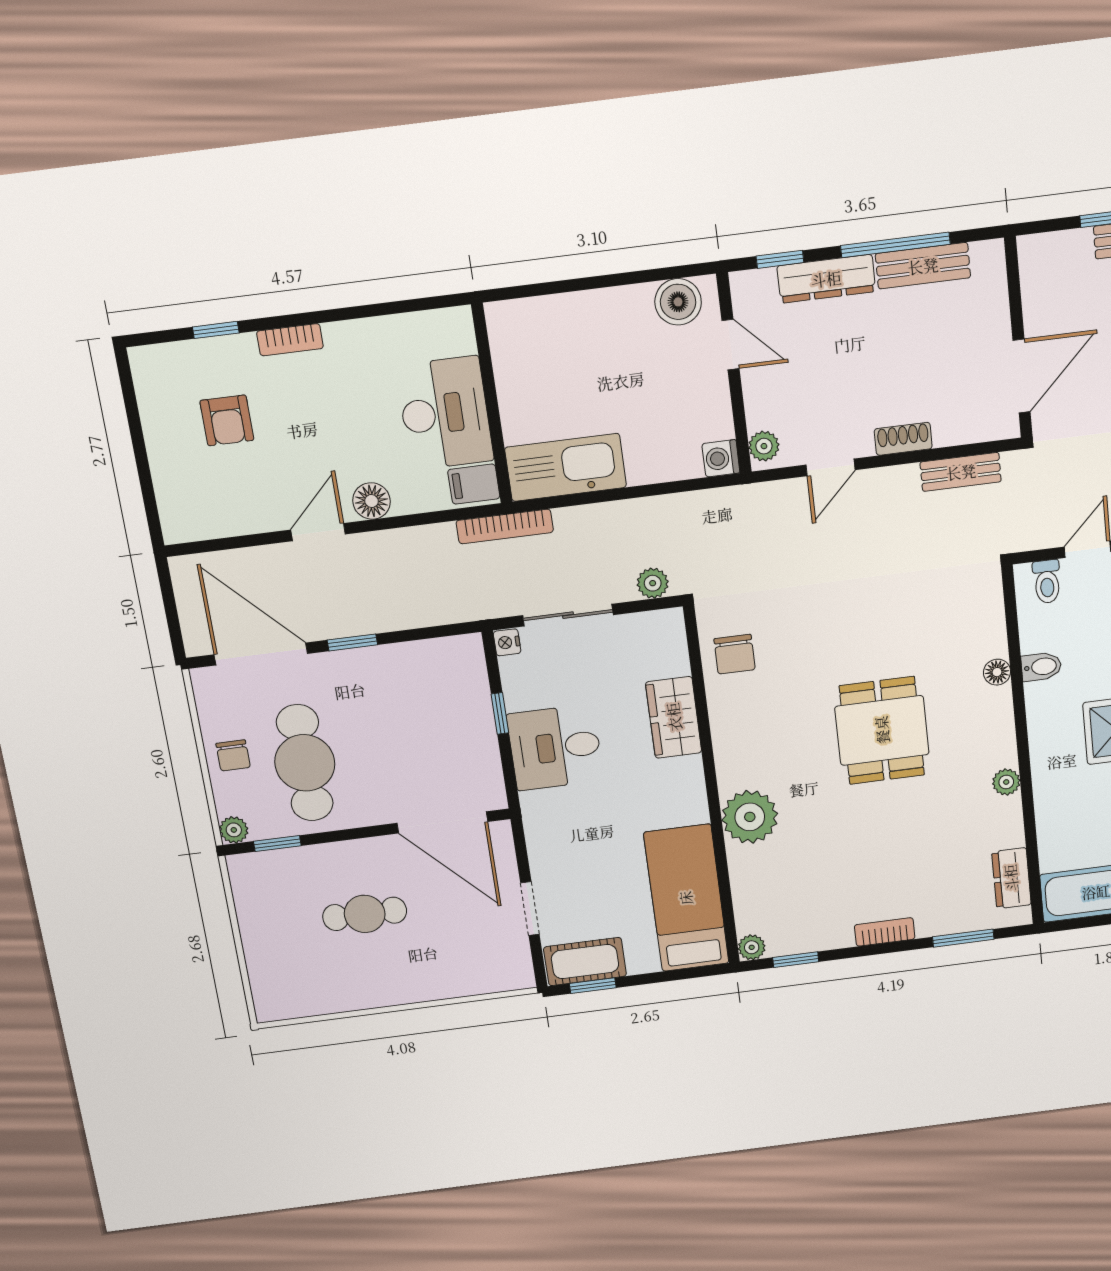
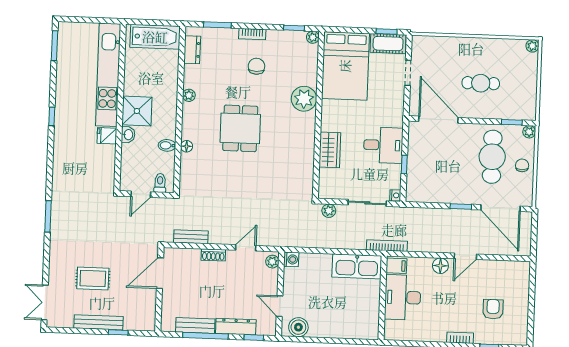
chair: (735, 654) -> (256, 66), moved
bed: (686, 898) -> (345, 66), width x1.50
plant: (268, 1009) -> (532, 46), added

